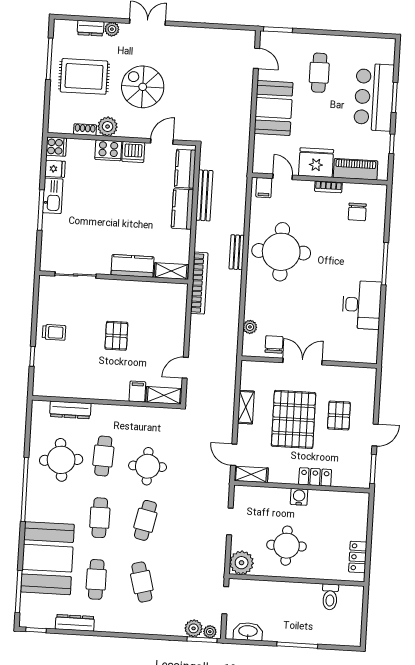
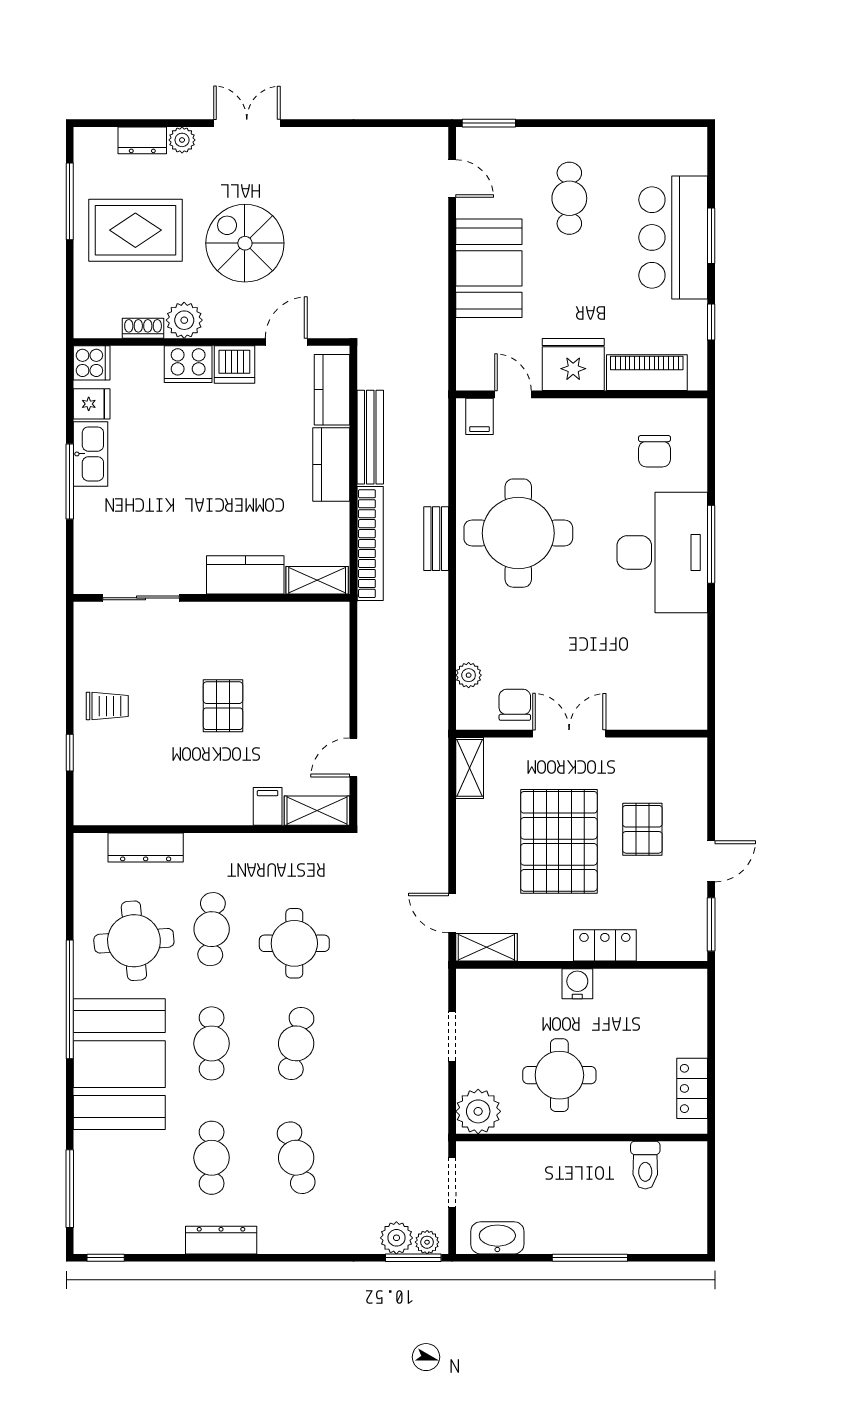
bookcase: (328, 187) -> (598, 408), removed
bookcase: (199, 283) -> (370, 544), moved
desk: (362, 305) -> (662, 552), moved, width x1.36, depth x1.30
shelving: (246, 407) -> (470, 768), moved
booth: (47, 558) -> (119, 1064), moved
dresser: (75, 623) -> (221, 1240), moved

